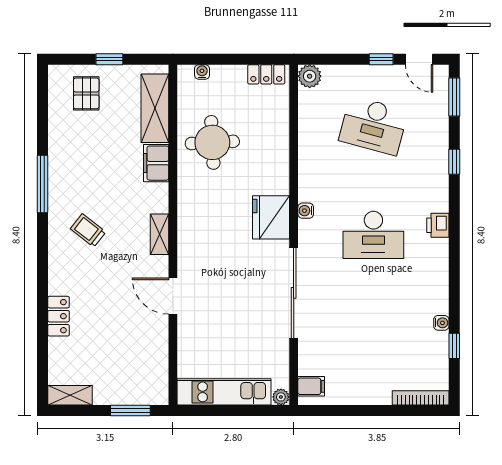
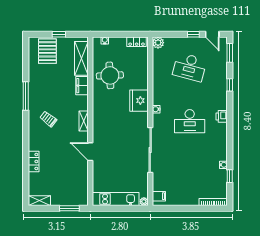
pallet: (86, 93) -> (47, 51), width x1.50, depth x1.42
fridge: (271, 217) -> (139, 101), moved

